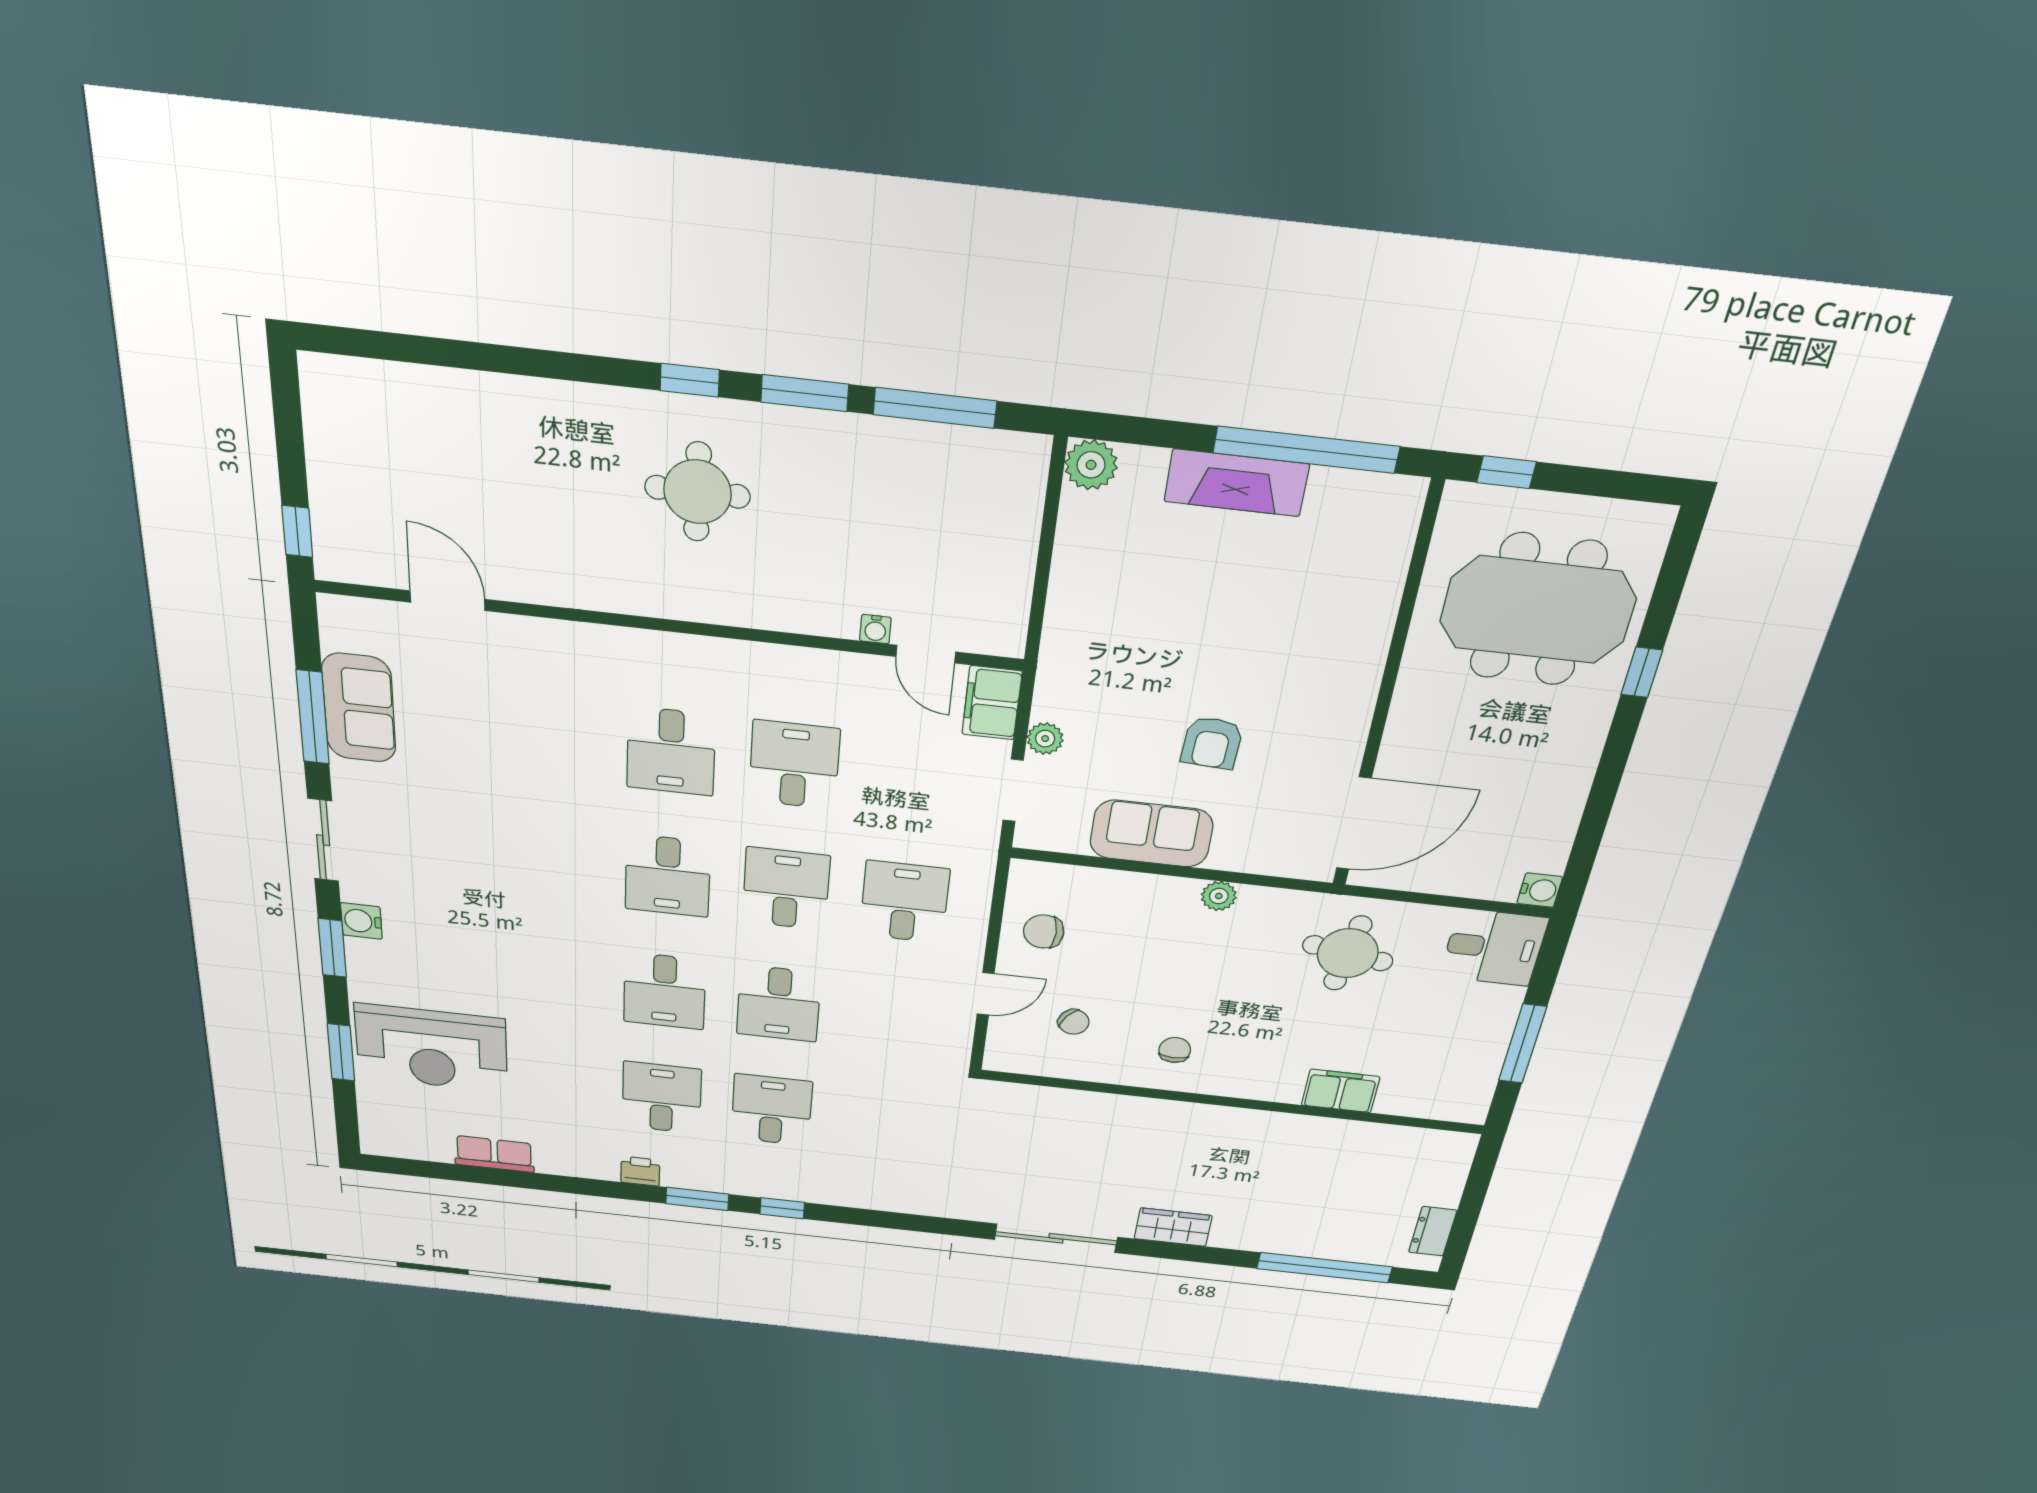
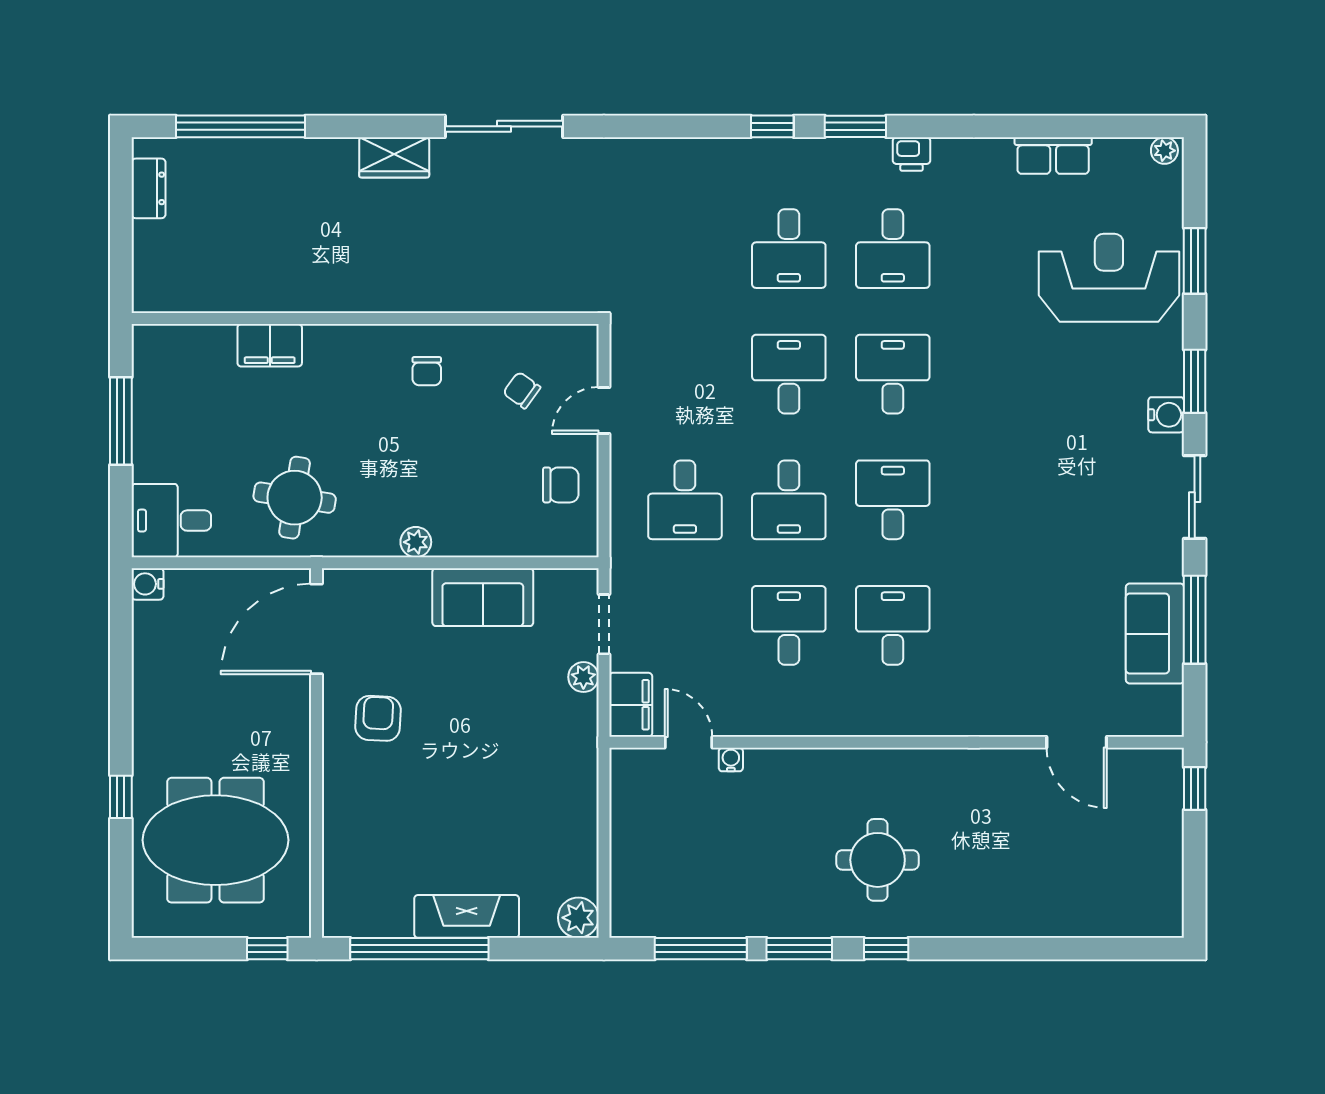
armchair: (1212, 743) -> (378, 718), moved
desk: (794, 765) -> (789, 625), turned 180
plant: (380, 1145) -> (1164, 151), added

